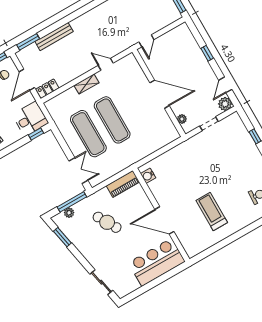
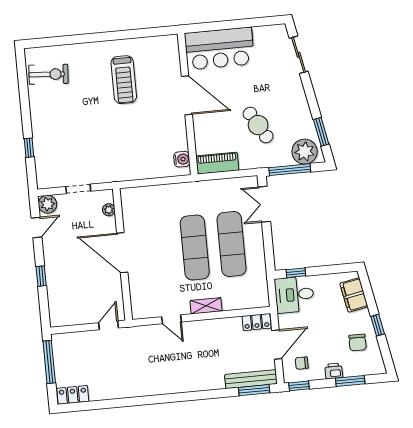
bench: (54, 37) -> (251, 379), moved
plant: (69, 213) -> (305, 152), width x1.88, depth x1.88

